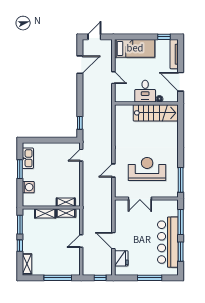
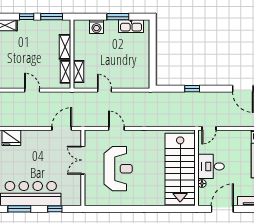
door: (113, 78) -> (209, 128), moved
stairs: (155, 113) -> (180, 169), width x1.36, depth x1.51
window: (80, 123) -> (192, 89), moved
door: (81, 155) -> (104, 90), moved
window: (181, 180) -> (105, 209), removed
window: (181, 222) -> (55, 209), width x0.46
door: (113, 241) -> (62, 128), moved

